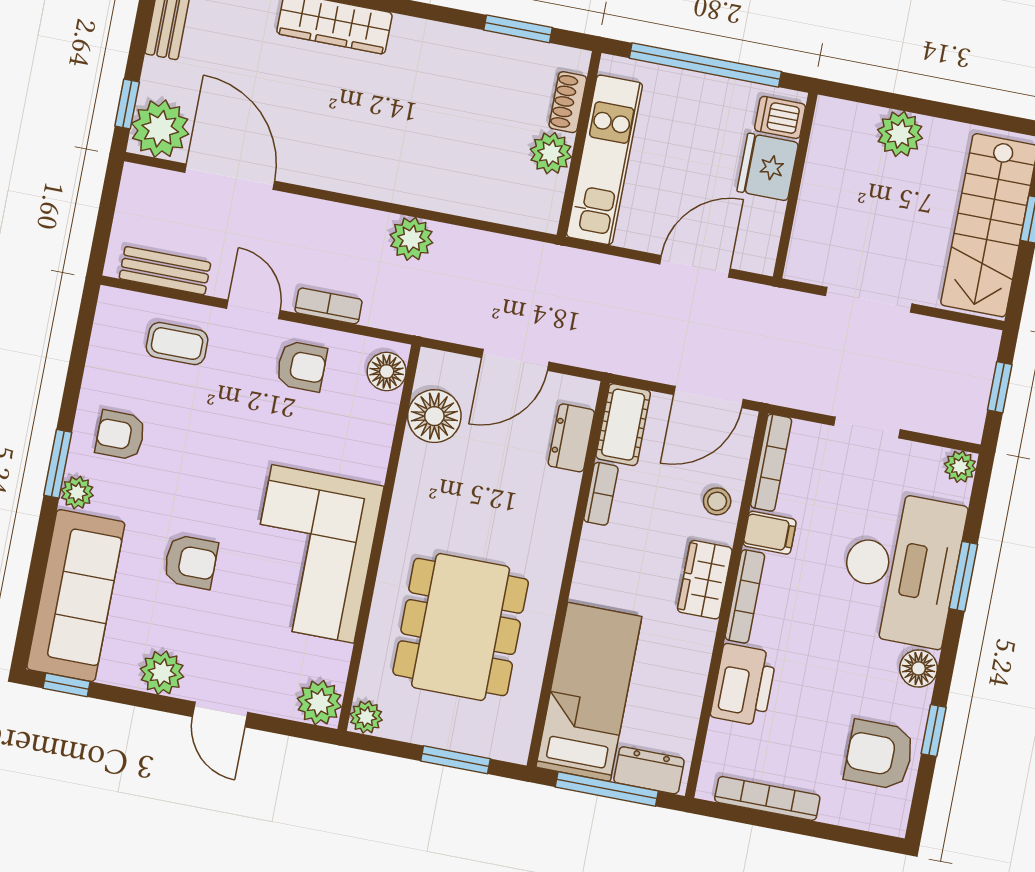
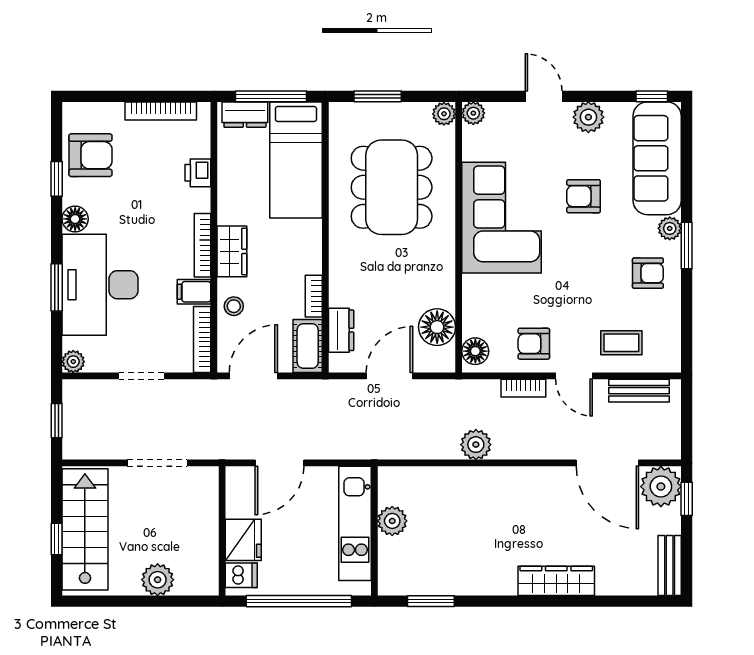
shoe rack: (568, 102) -> (387, 558), removed
printer: (744, 685) -> (198, 173), width x0.53, depth x0.68
plant: (319, 703) -> (473, 113), width x0.73, depth x0.73

